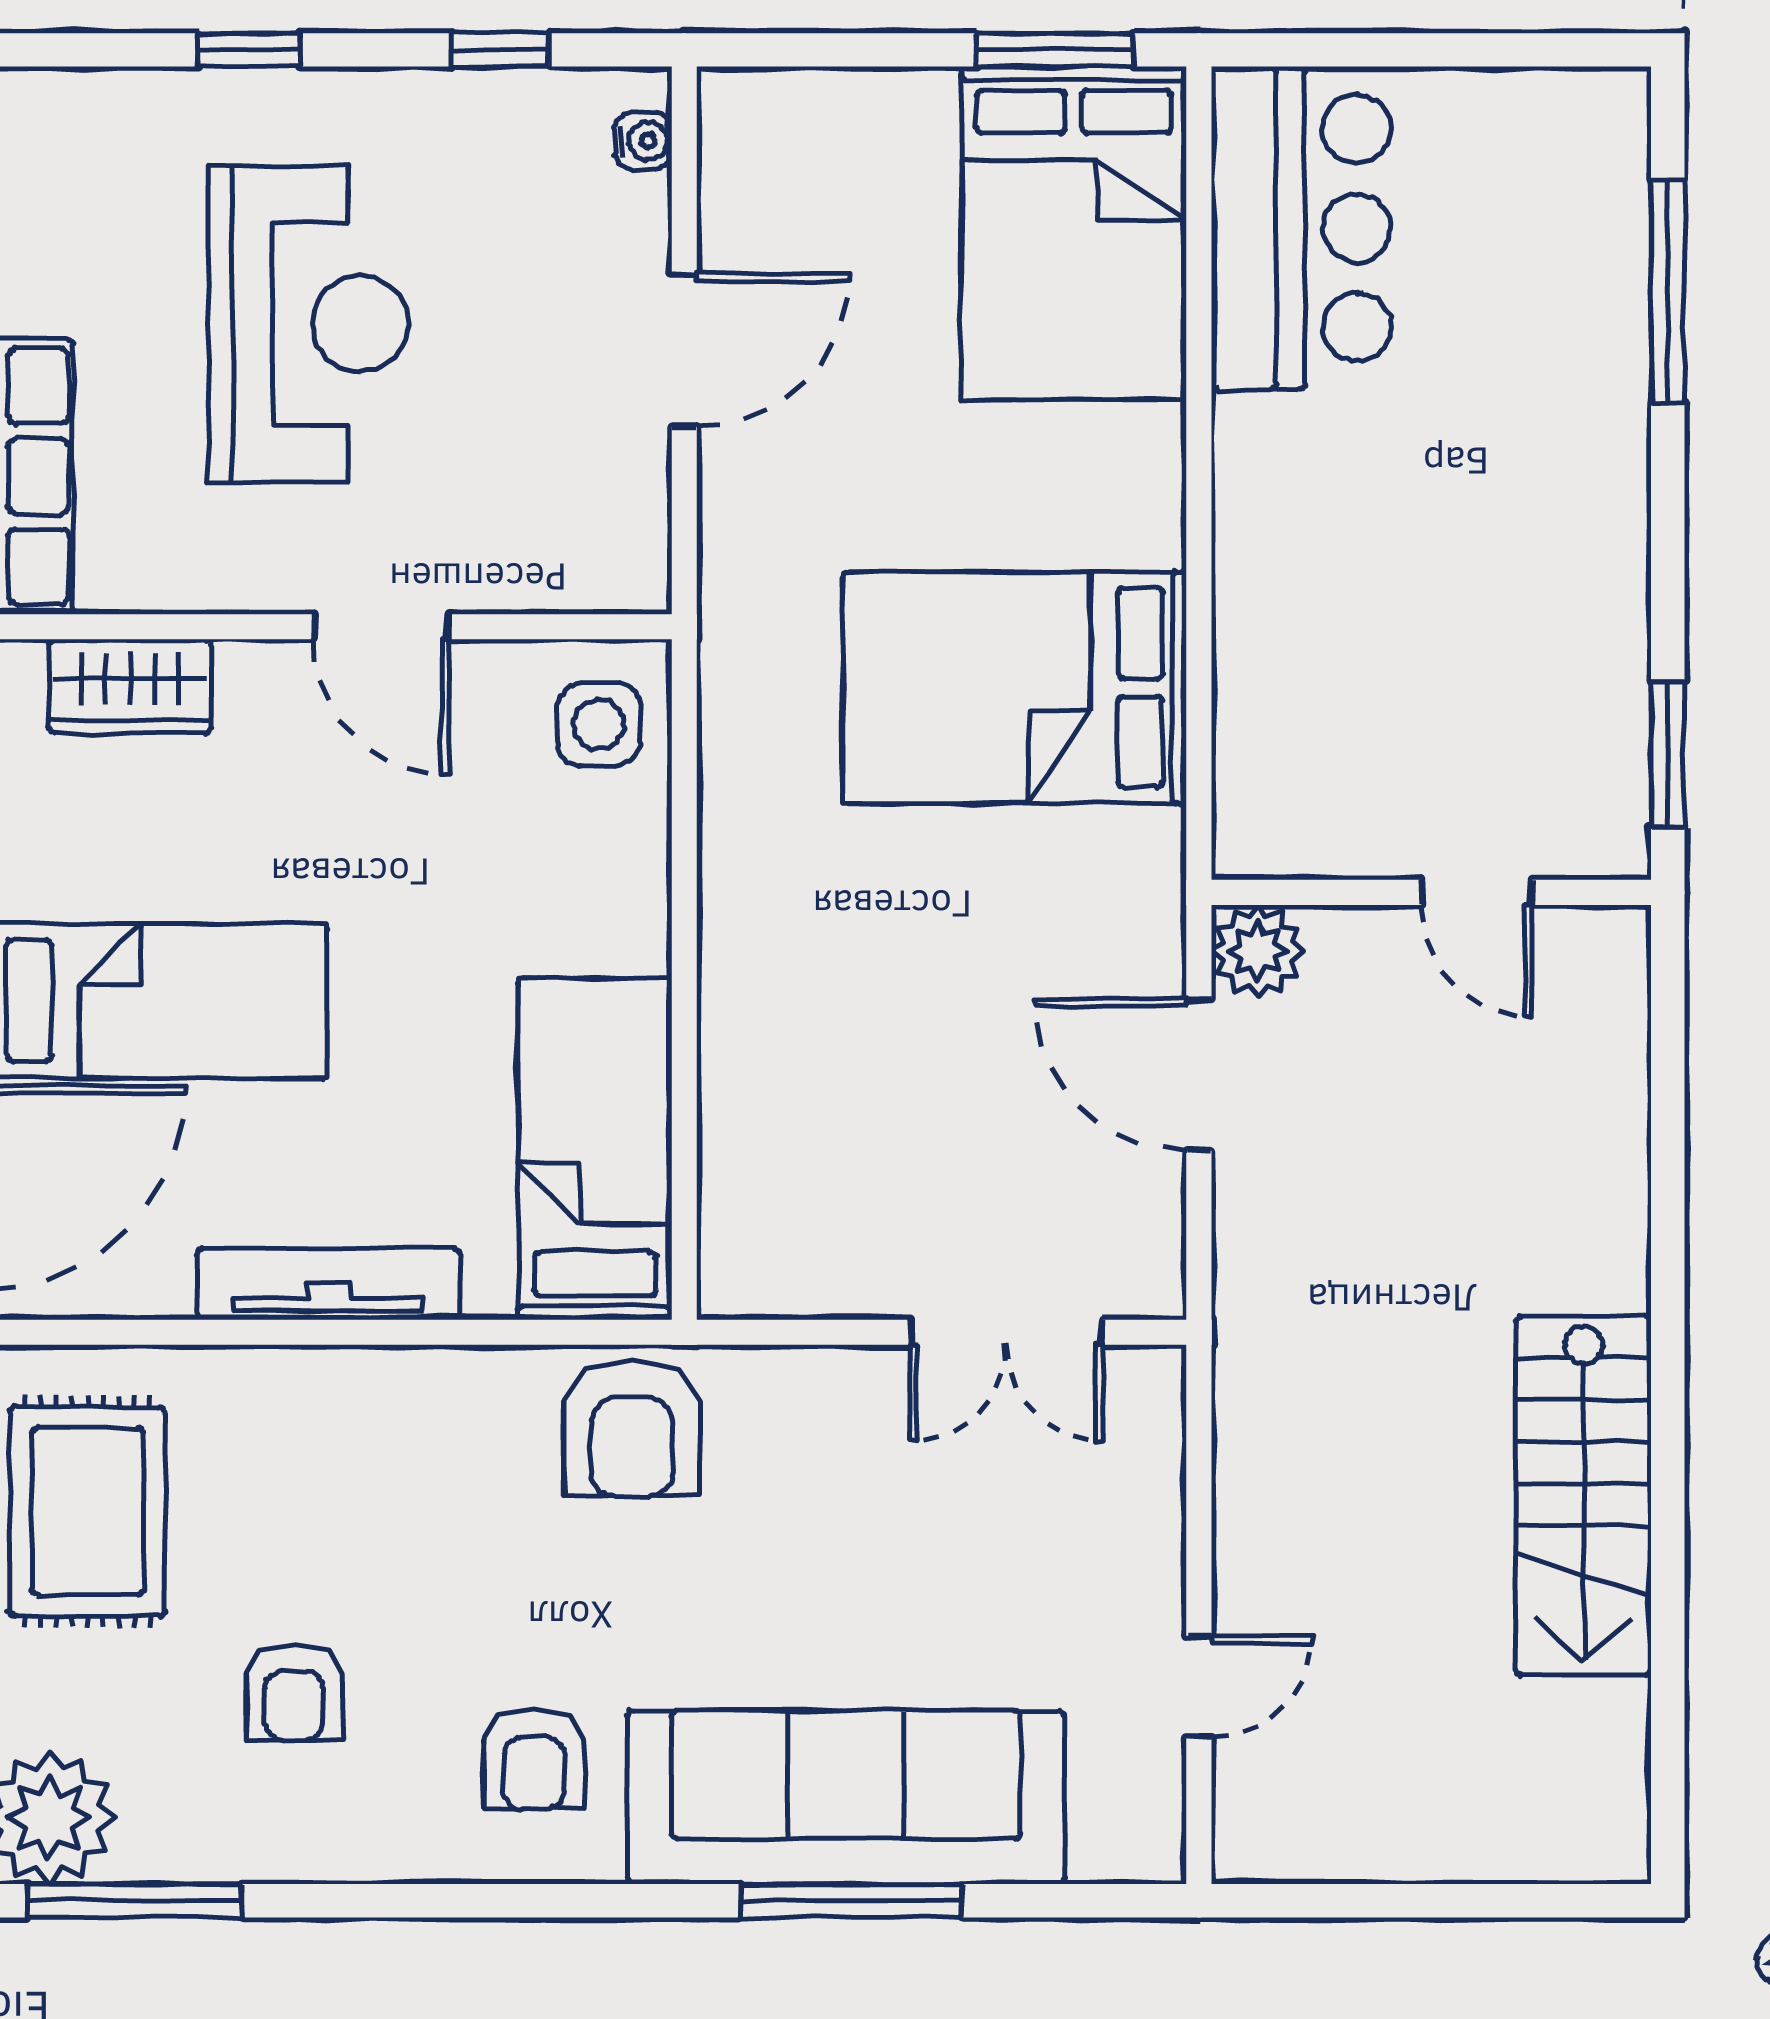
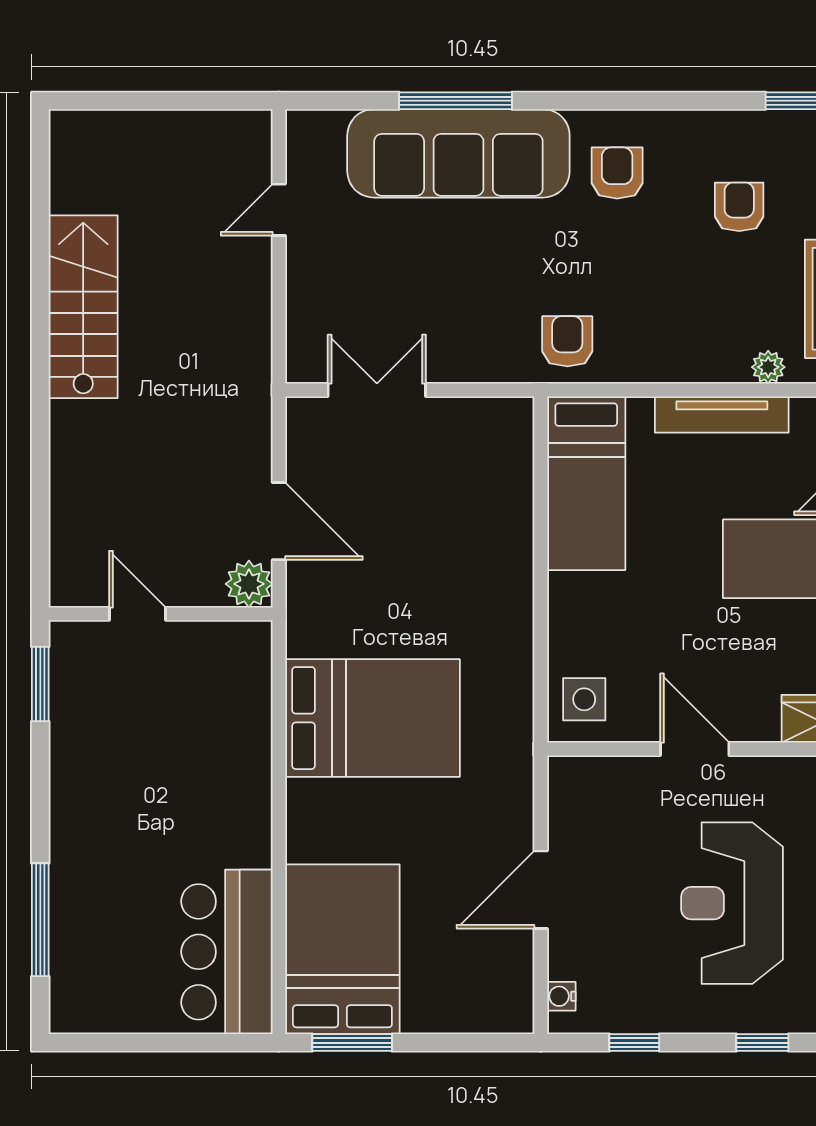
plant: (237, 1377) -> (768, 367), added
armchair: (632, 1428) -> (567, 341), width x0.72, depth x0.72

